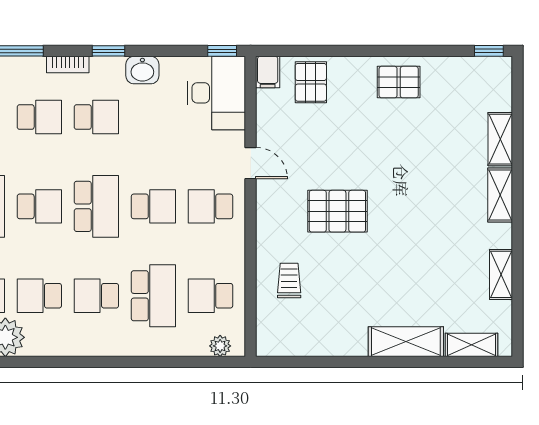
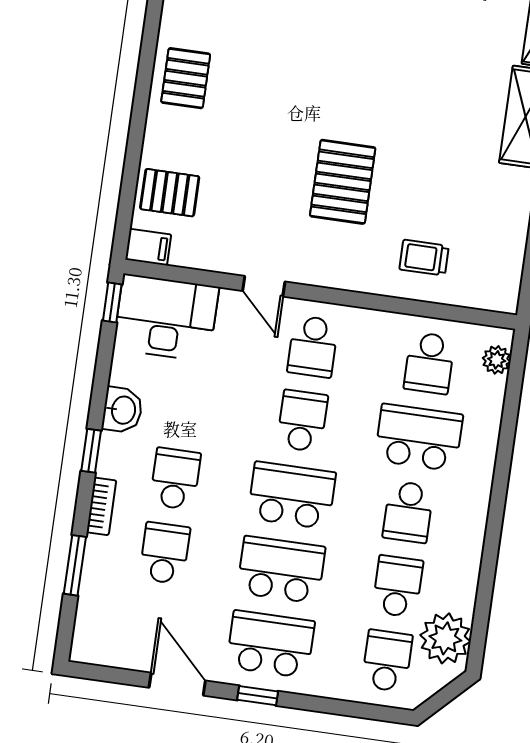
door: (251, 163) -> (264, 286), swing flipped
school desk: (39, 206) -> (281, 570), width x1.85
school desk: (39, 296) -> (398, 586), turned 180

